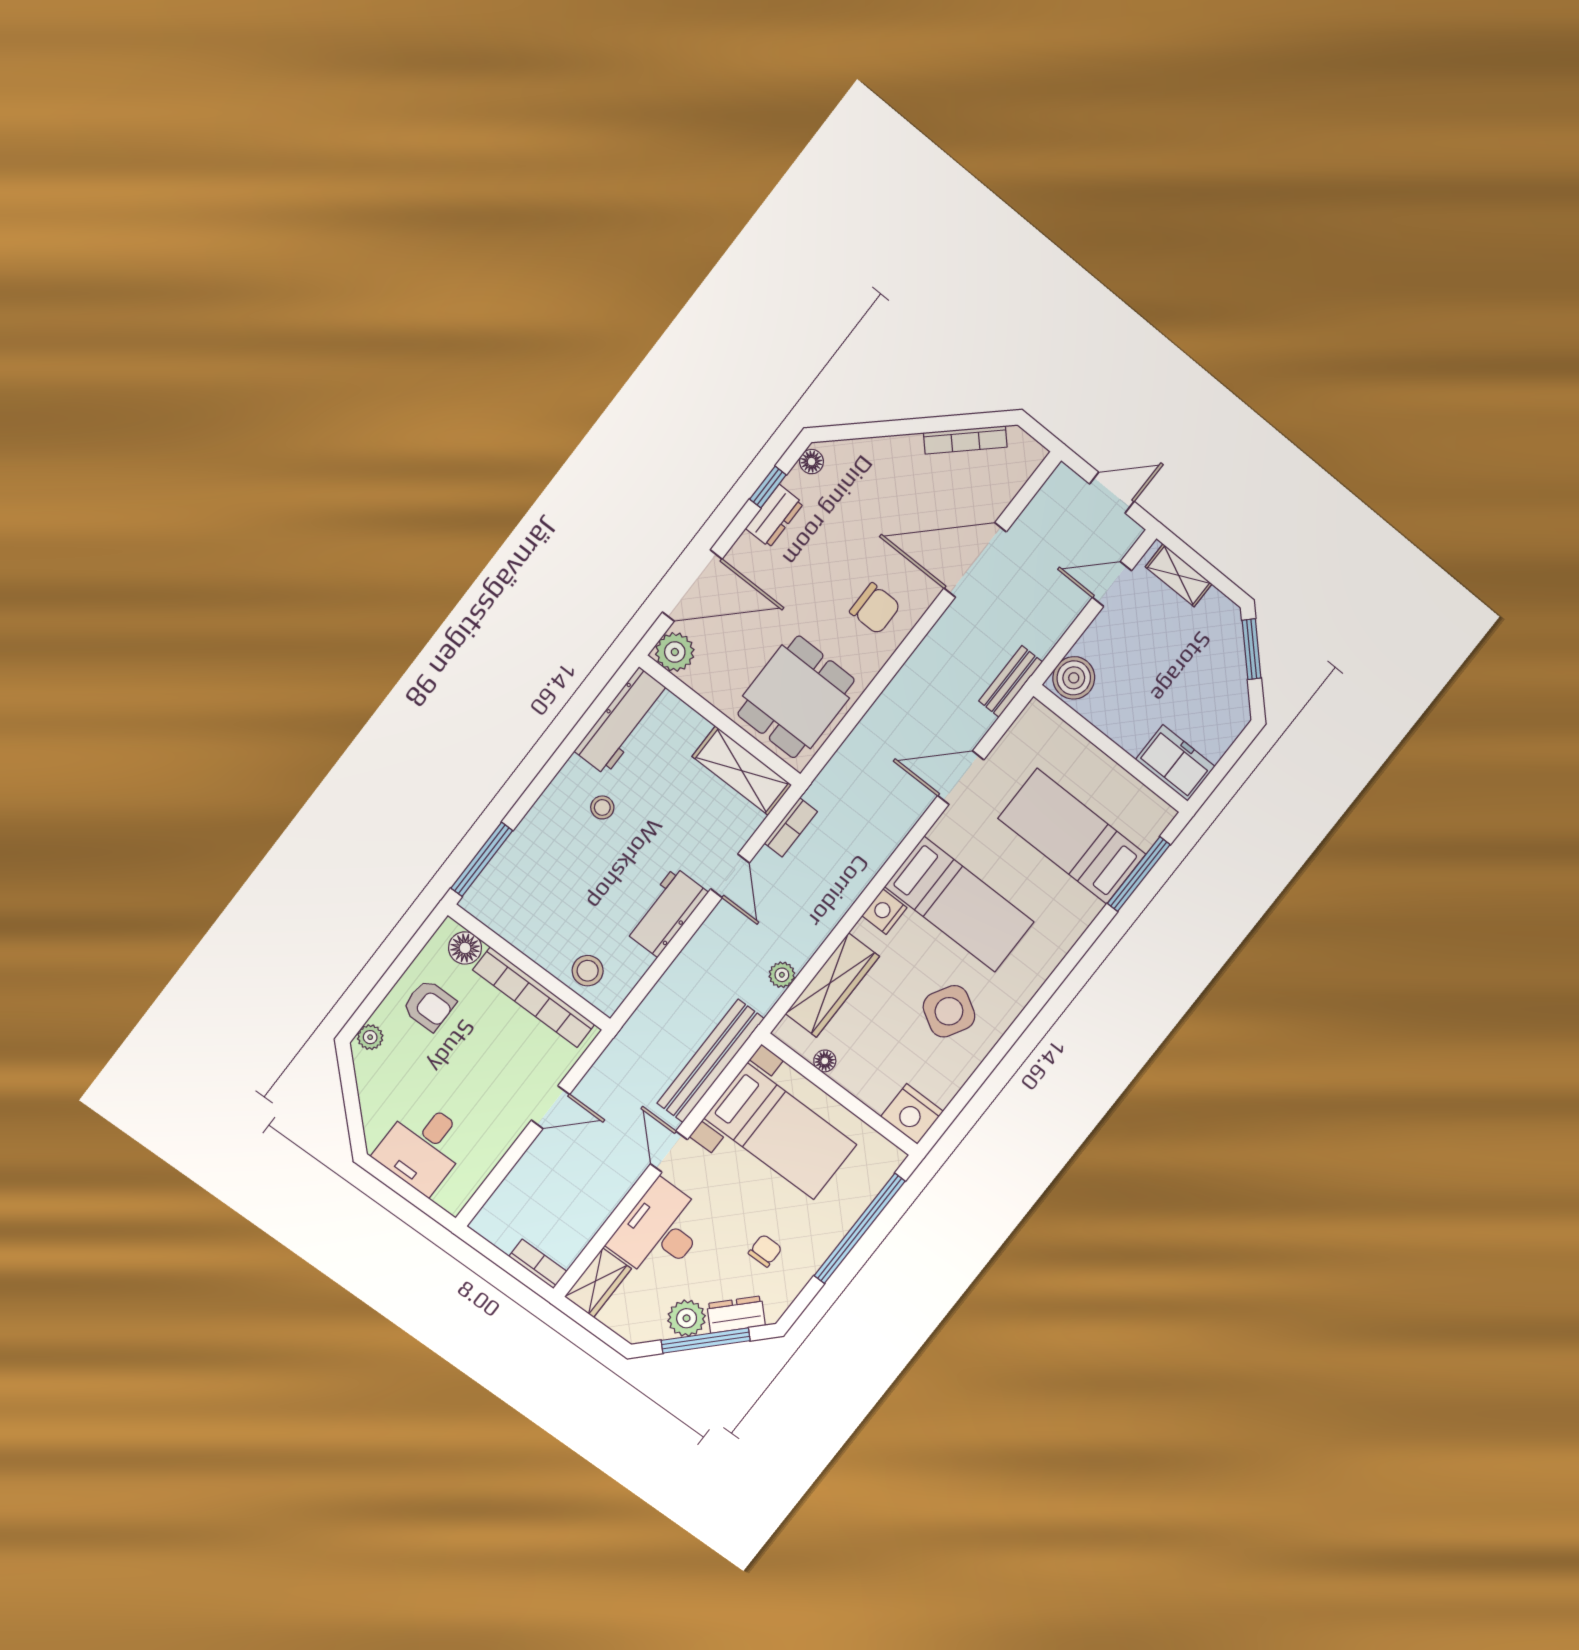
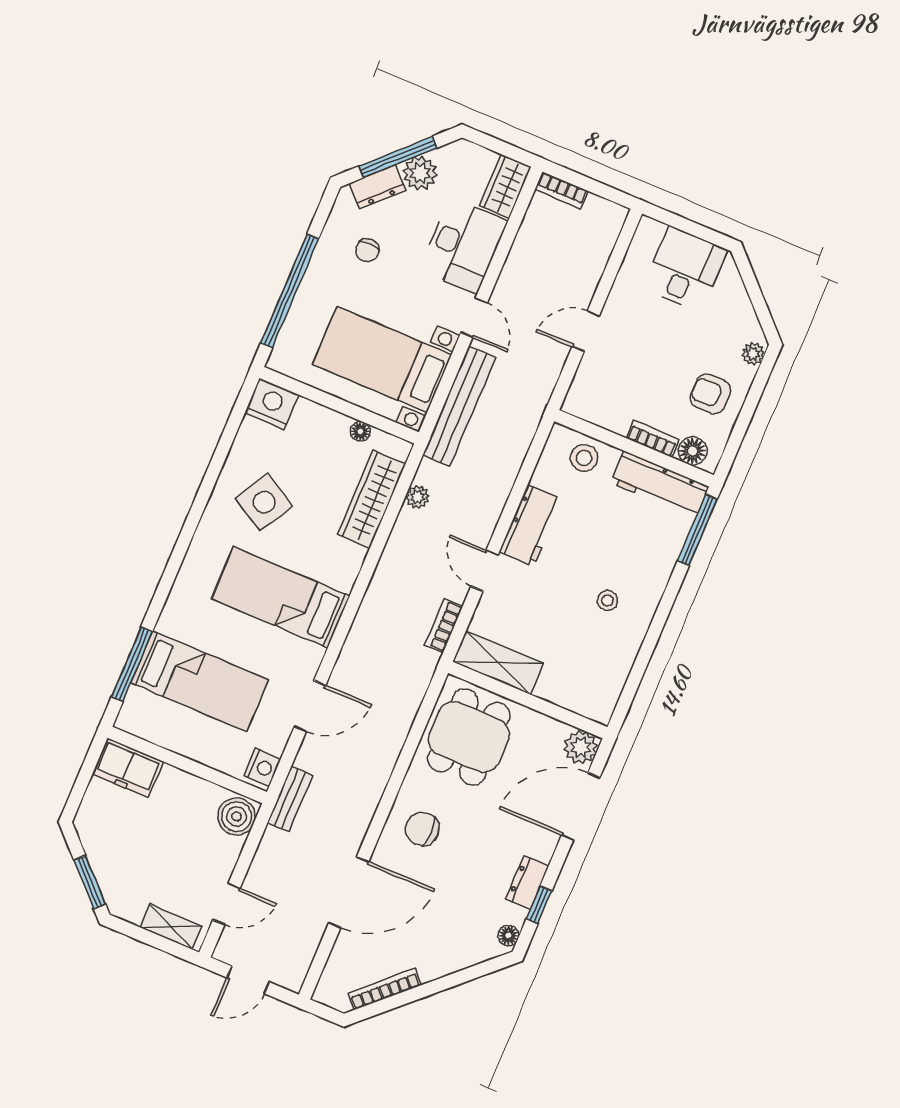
workbench: (622, 721) -> (660, 484), moved, turned -90
nightstand: (884, 912) -> (262, 767), moved
bookcase: (534, 997) -> (653, 439), width x0.43, depth x0.76

